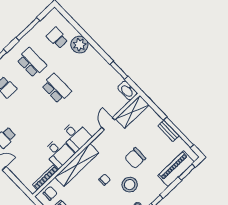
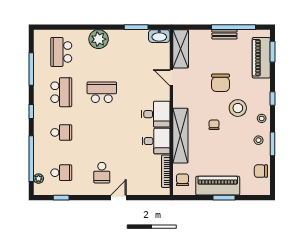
school desk: (57, 38) -> (61, 52), width x1.85
plant: (79, 45) -> (99, 39), moved
school desk: (32, 63) -> (61, 92), turned 90

